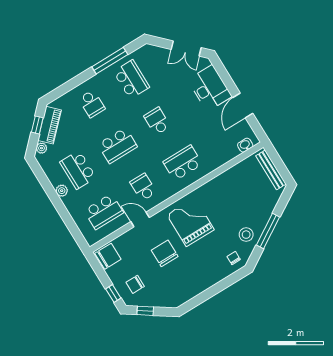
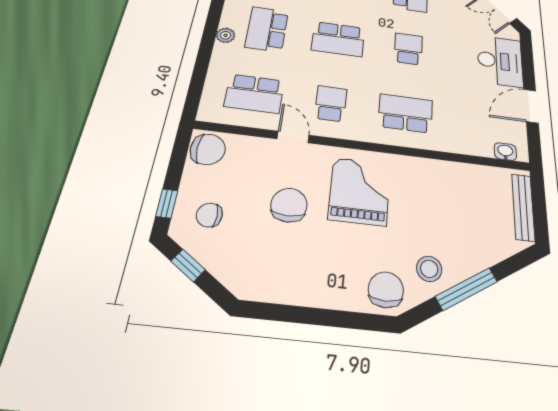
chair: (234, 258) -> (386, 290), width x1.87, depth x1.87

